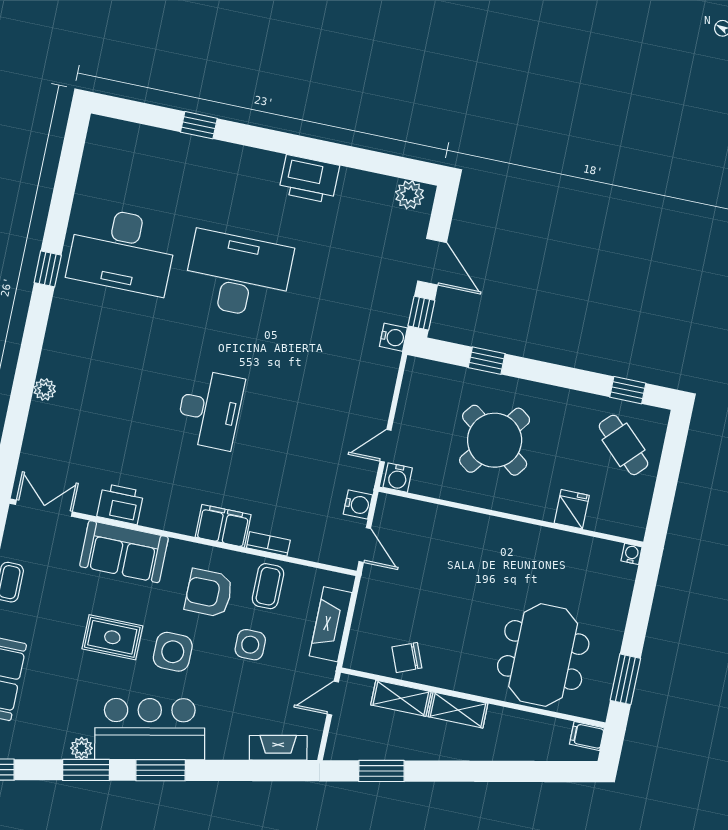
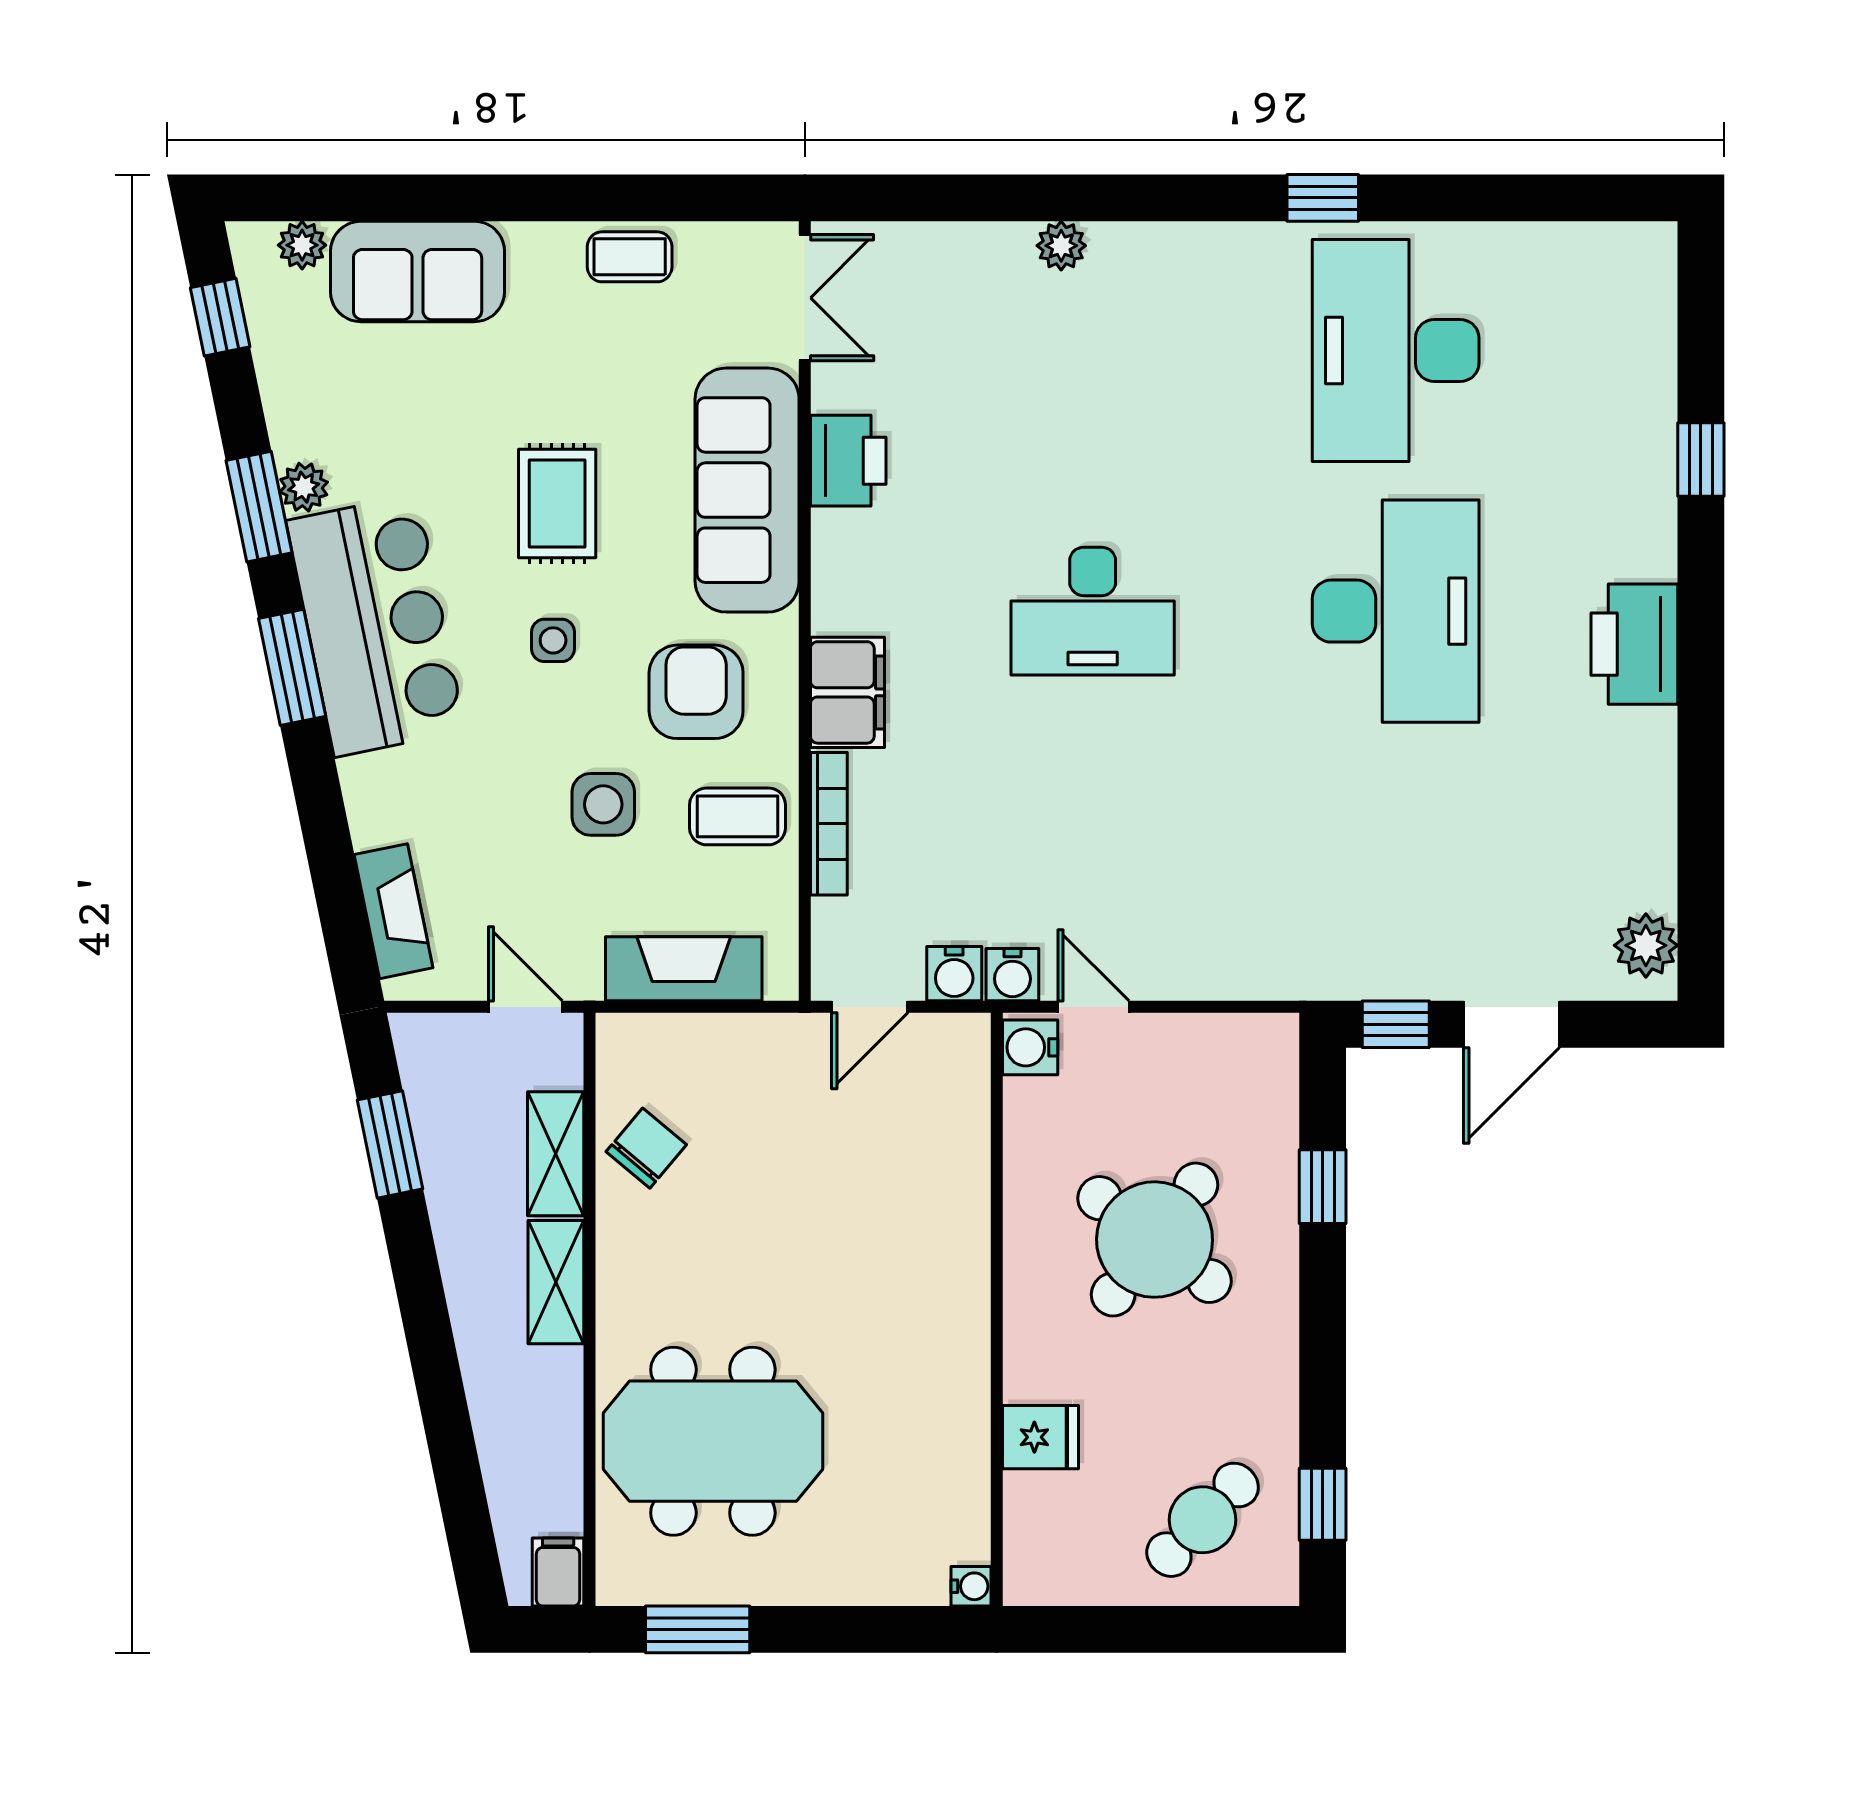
printer: (309, 179) -> (1634, 644), moved
water cooler: (393, 337) -> (1012, 975), moved
bookcase: (268, 544) -> (829, 824), width x1.56
sofa: (124, 552) -> (747, 490), width x1.36
side table: (173, 652) -> (553, 640), width x0.54, depth x0.54
chair: (407, 657) -> (646, 1148), turned 62

